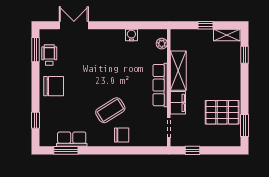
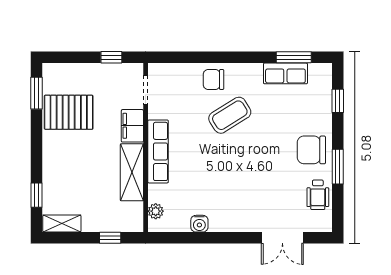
window: (205, 25) -> (110, 238), moved
window: (35, 50) -> (338, 167), moved

